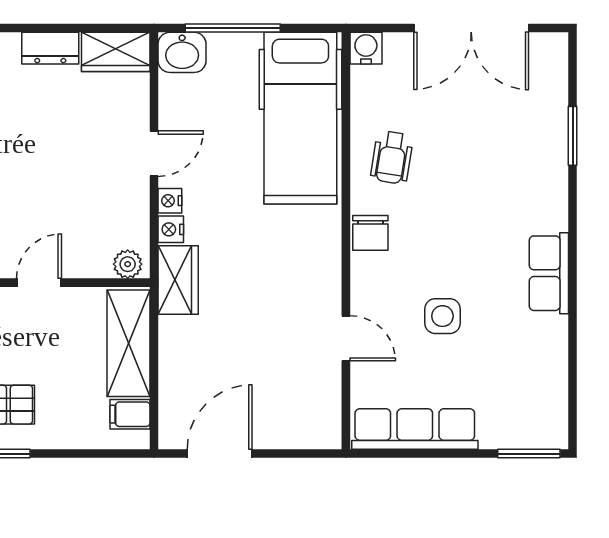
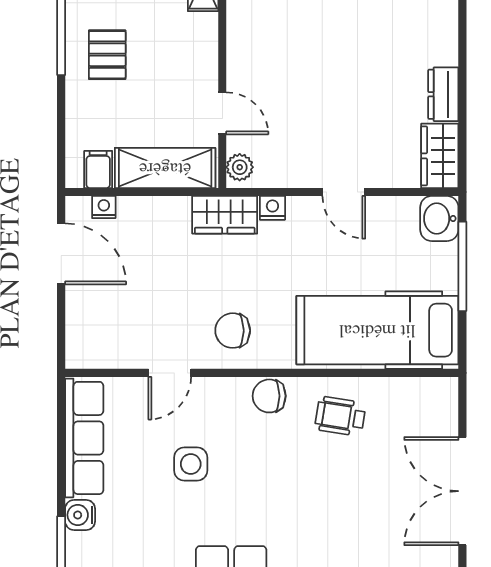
water cooler: (366, 48) -> (80, 515), moved, turned 180
nightstand: (170, 201) -> (104, 207), moved
chair: (301, 272) -> (233, 331), added
door: (39, 283) -> (222, 113), moved

